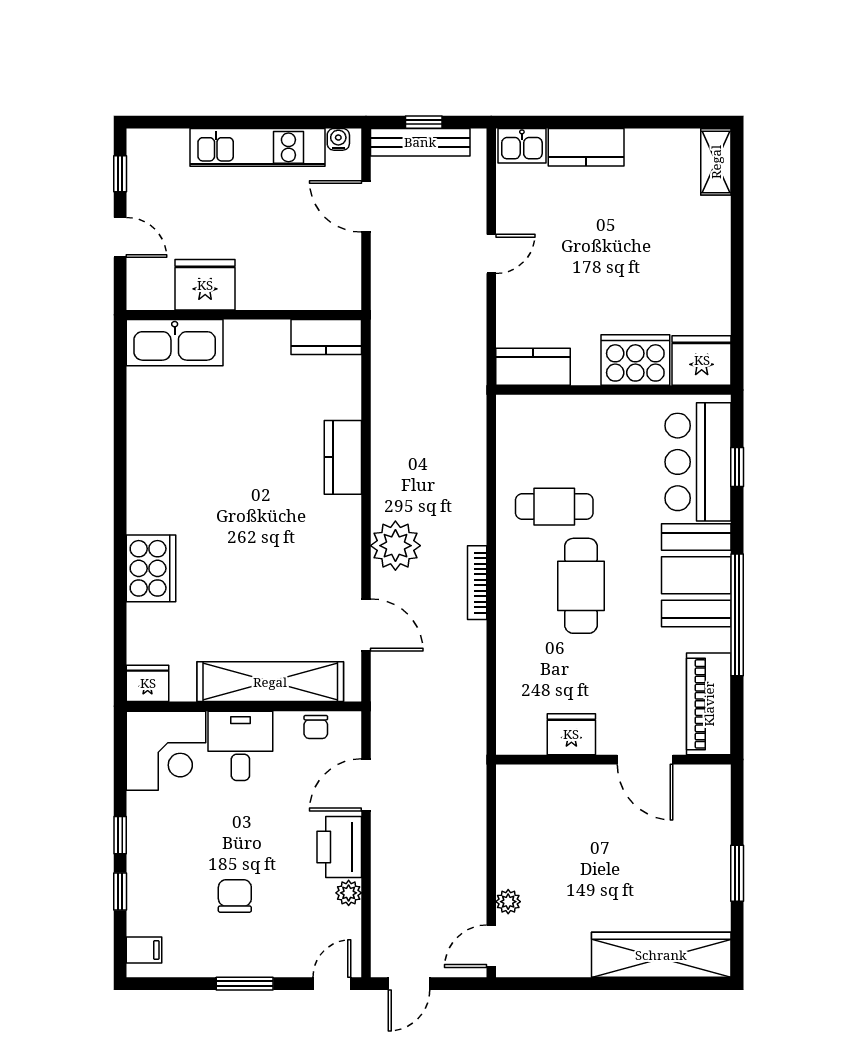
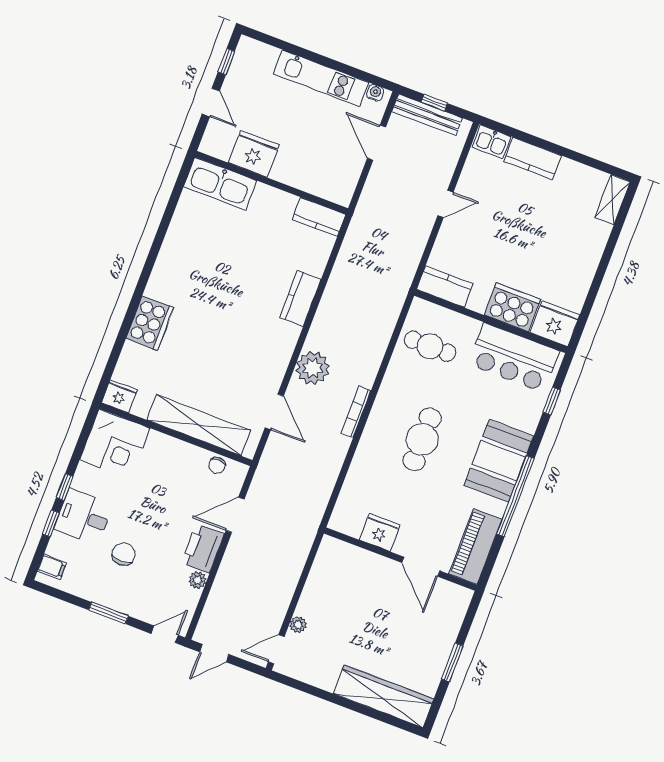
bar counter: (698, 462) -> (514, 358), moved, turned -90
cafe table: (554, 507) -> (430, 346), moved
desk: (240, 746) -> (84, 517), moved, turned -90

